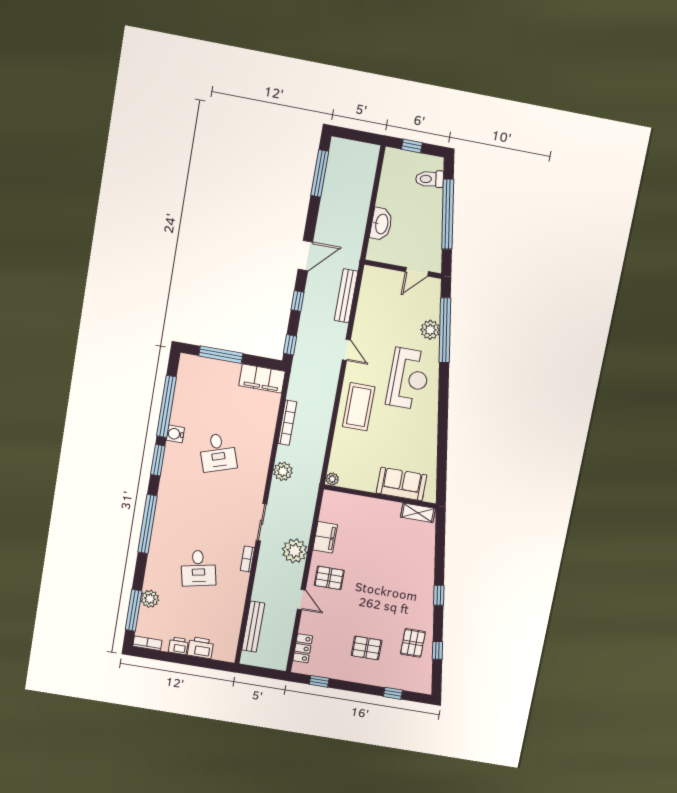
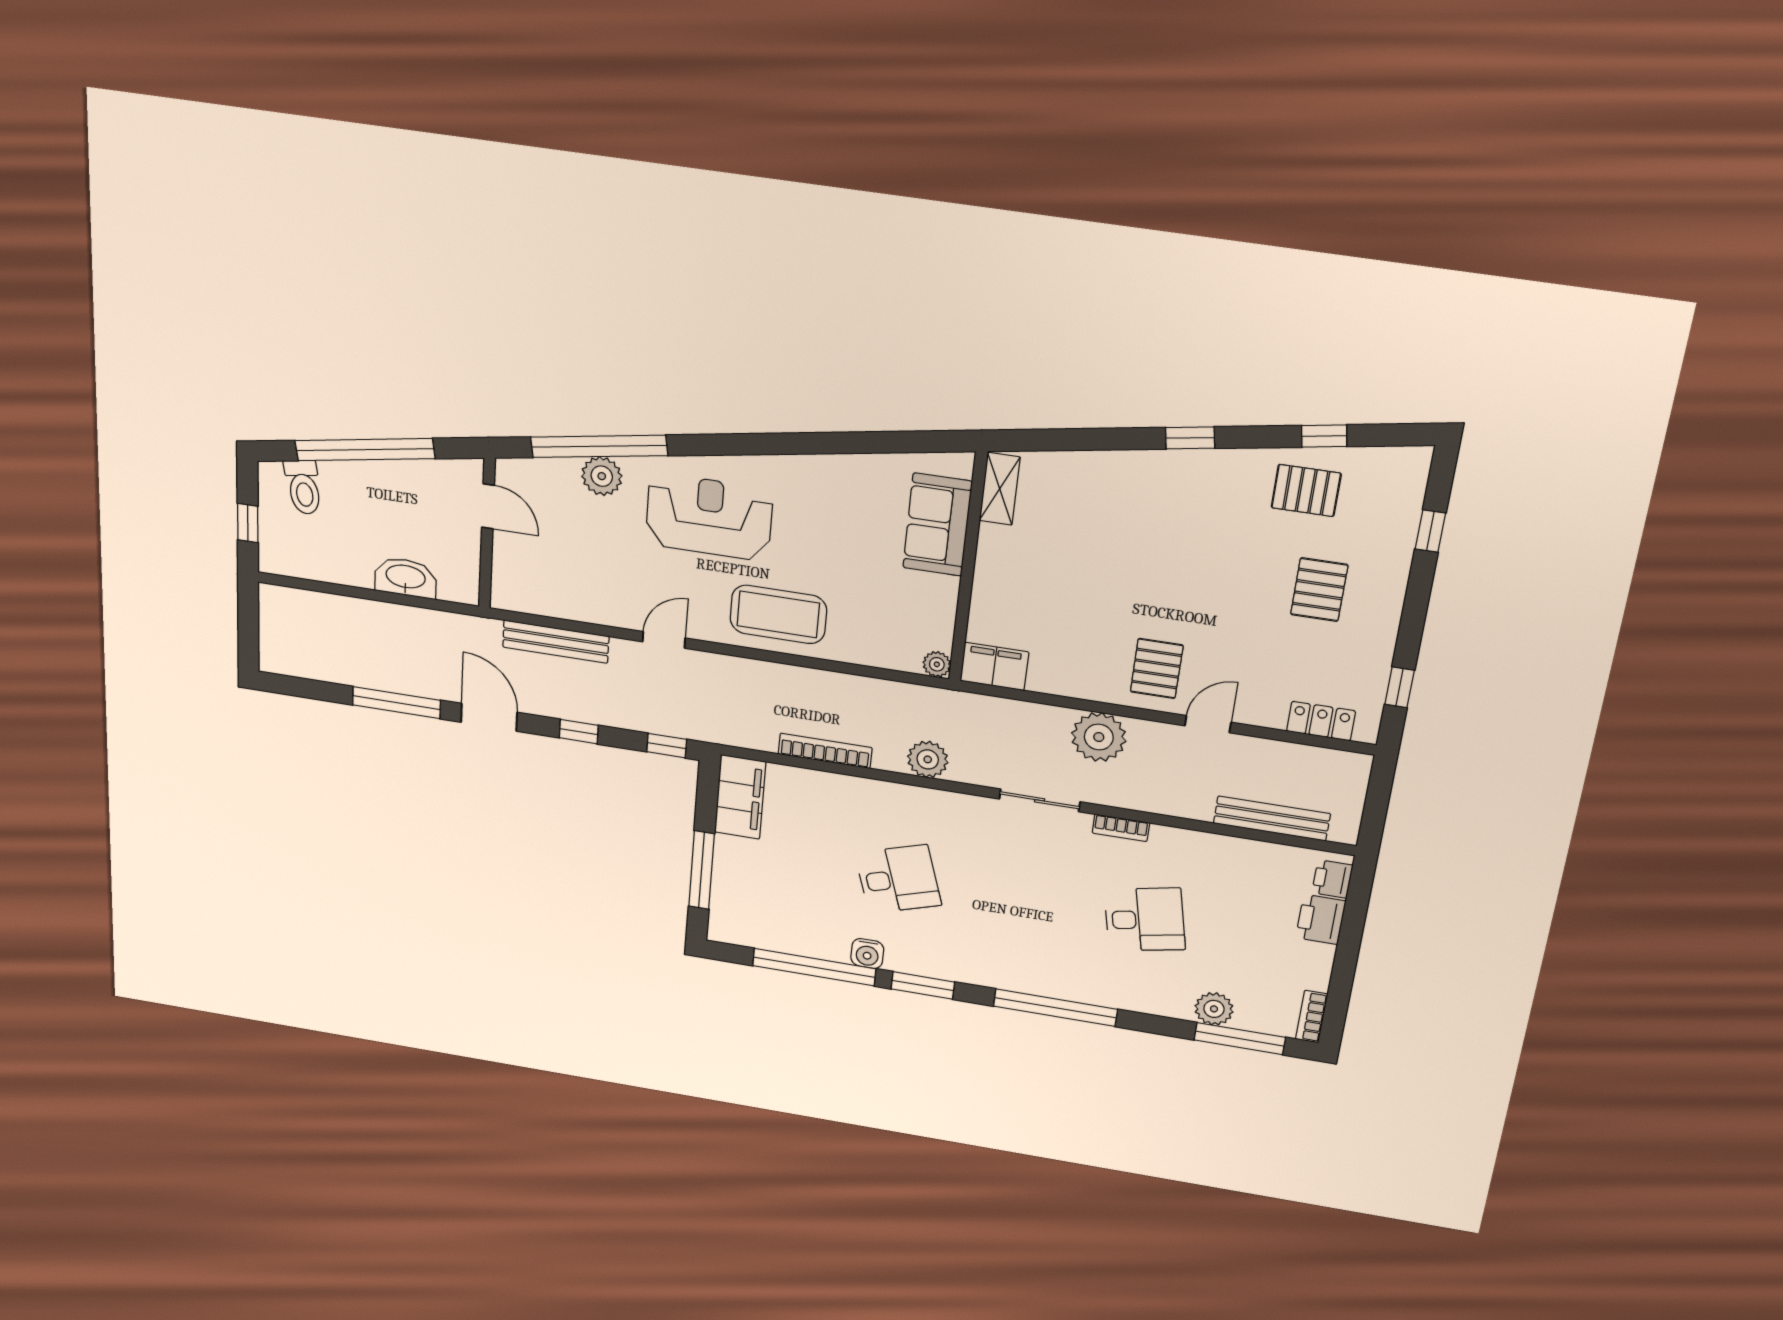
window: (320, 173) -> (397, 703), moved
filing cabinet: (325, 537) -> (994, 666), moved
printer: (178, 646) -> (1332, 879), moved

